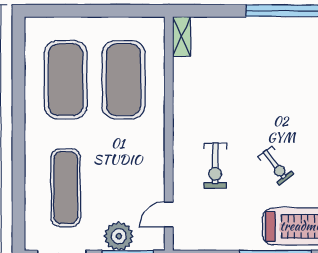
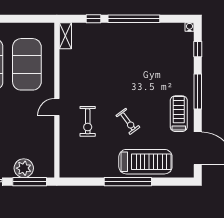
window: (224, 11) -> (94, 19), added
door: (169, 214) -> (57, 107), moved

